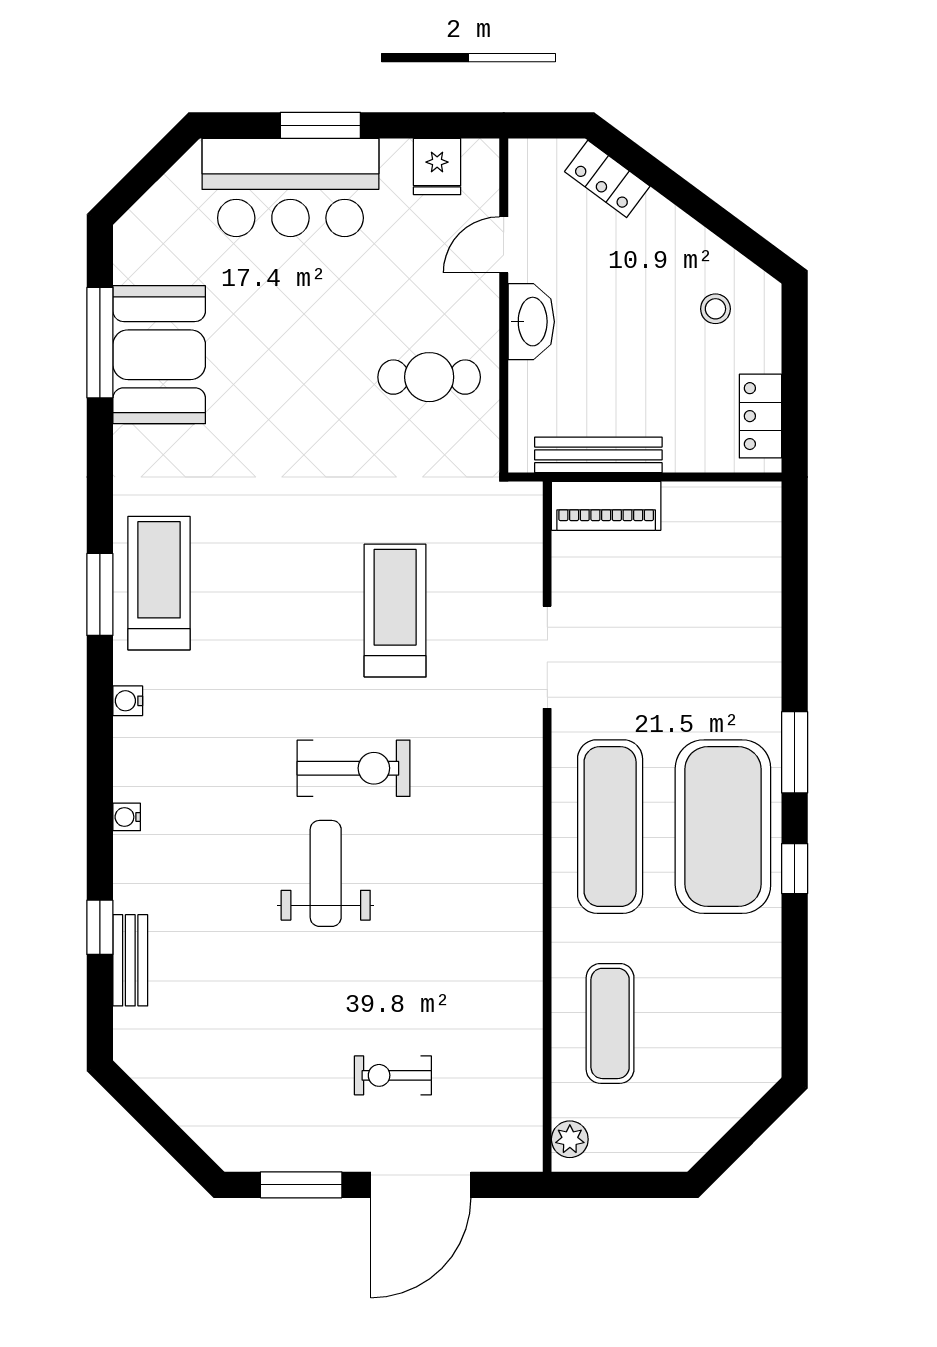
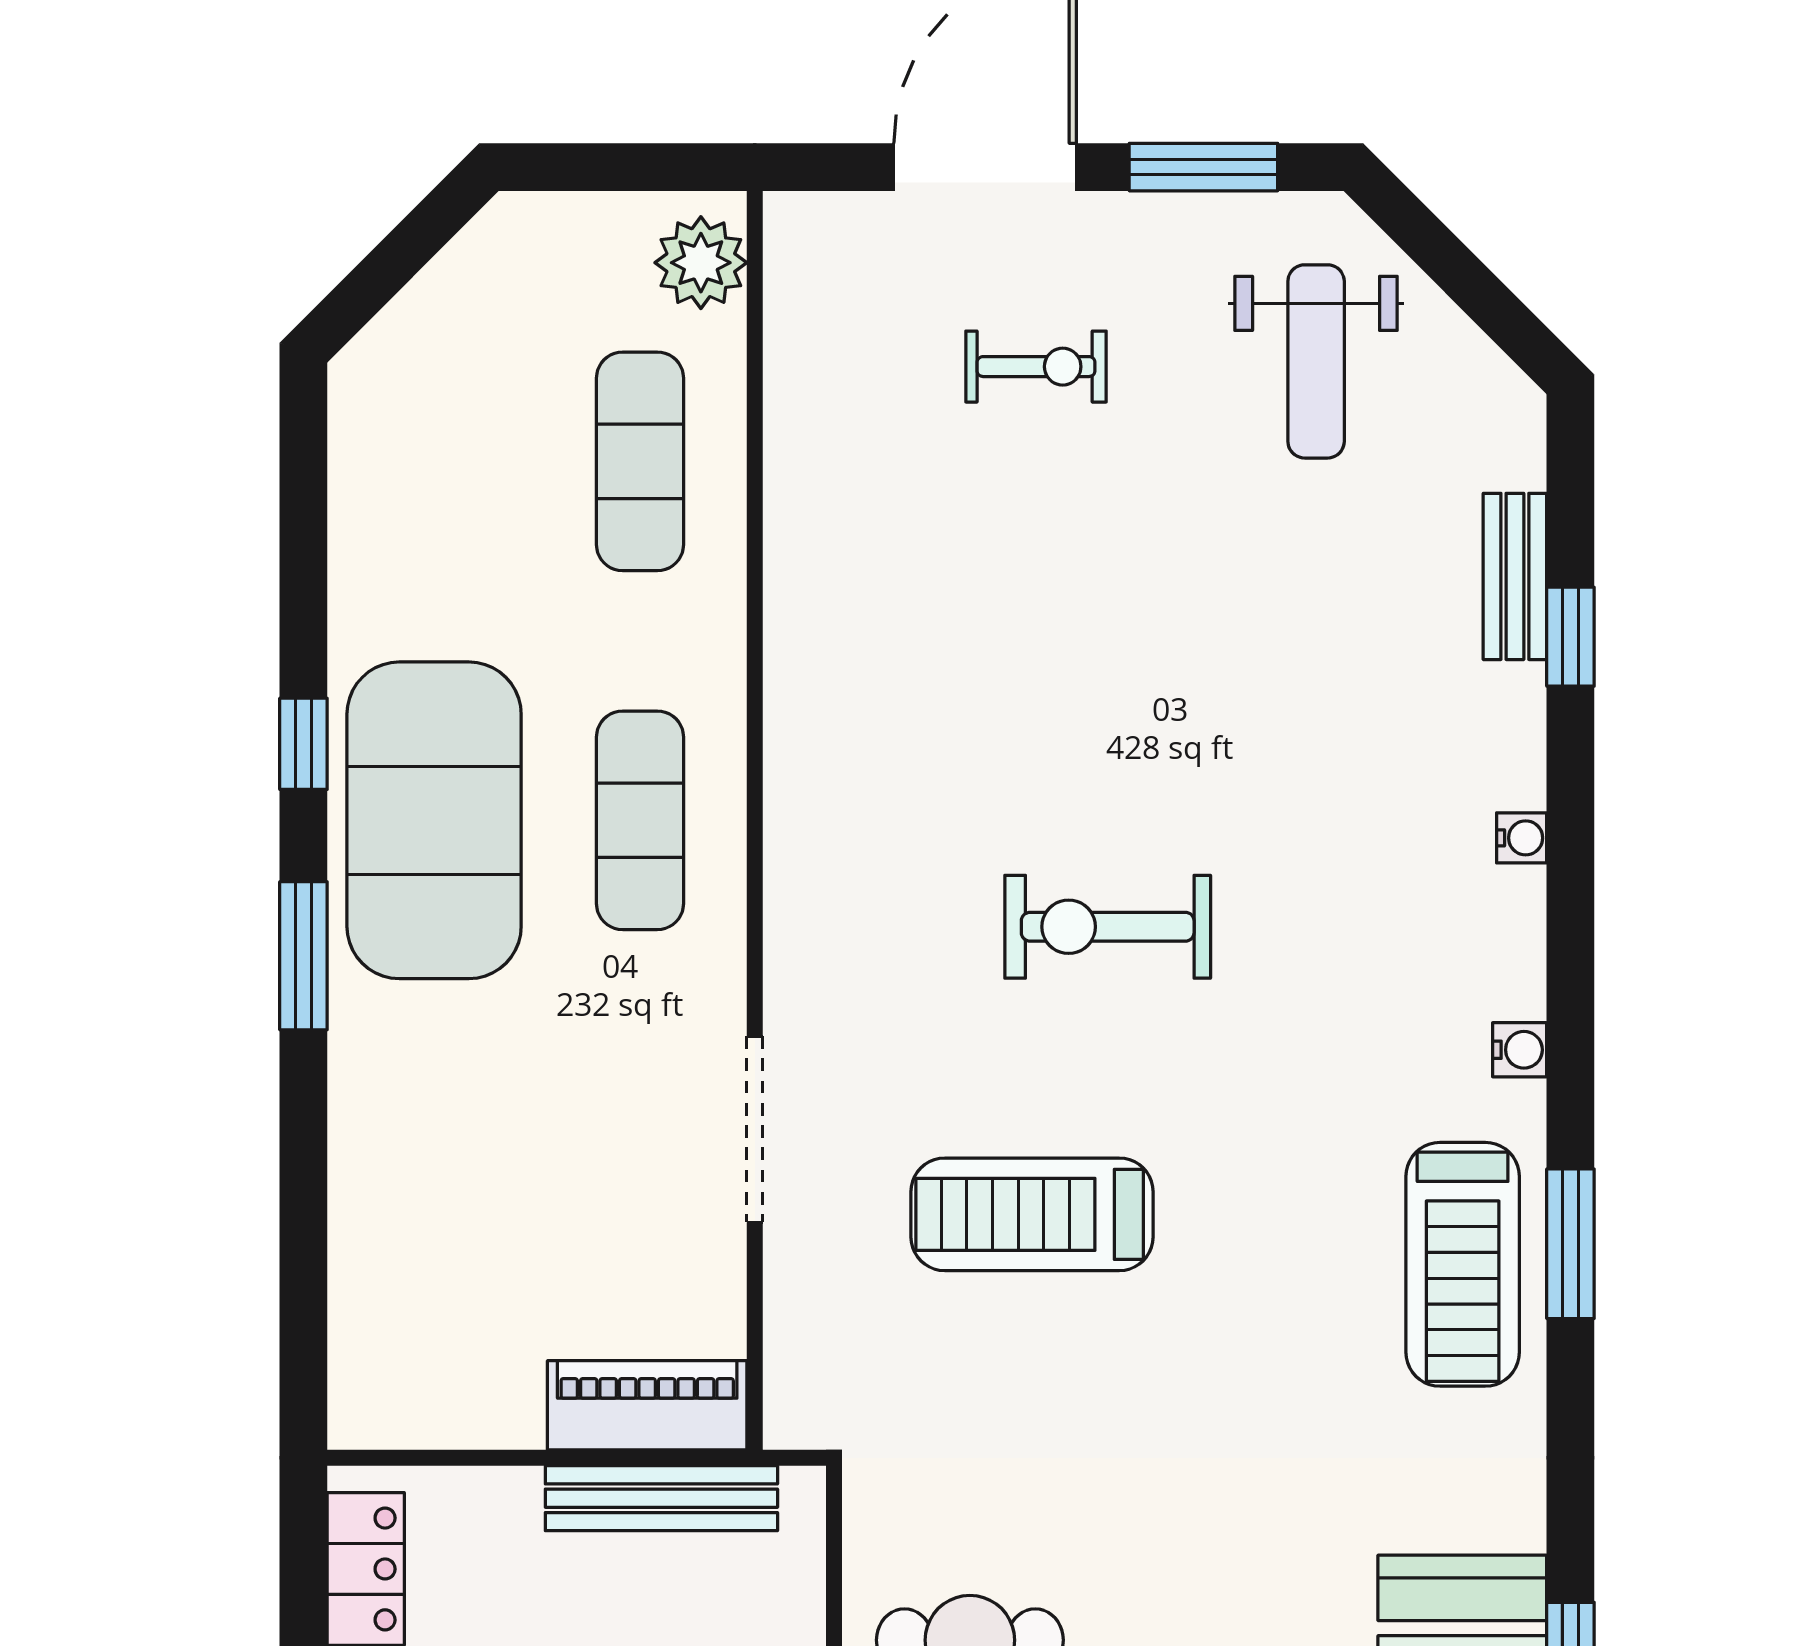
treadmill: (395, 611) -> (1032, 1214), turned 90
exercise mat: (610, 827) -> (640, 820), width x0.73, depth x0.69
weight bench: (326, 873) -> (1316, 361), moved
plant: (570, 1139) -> (701, 263), width x1.38, depth x1.38

